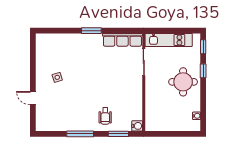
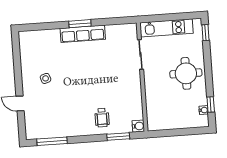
row of seats: (122, 40) -> (83, 34), moved
window: (203, 71) -> (211, 105), moved
window: (80, 134) -> (52, 141), moved

